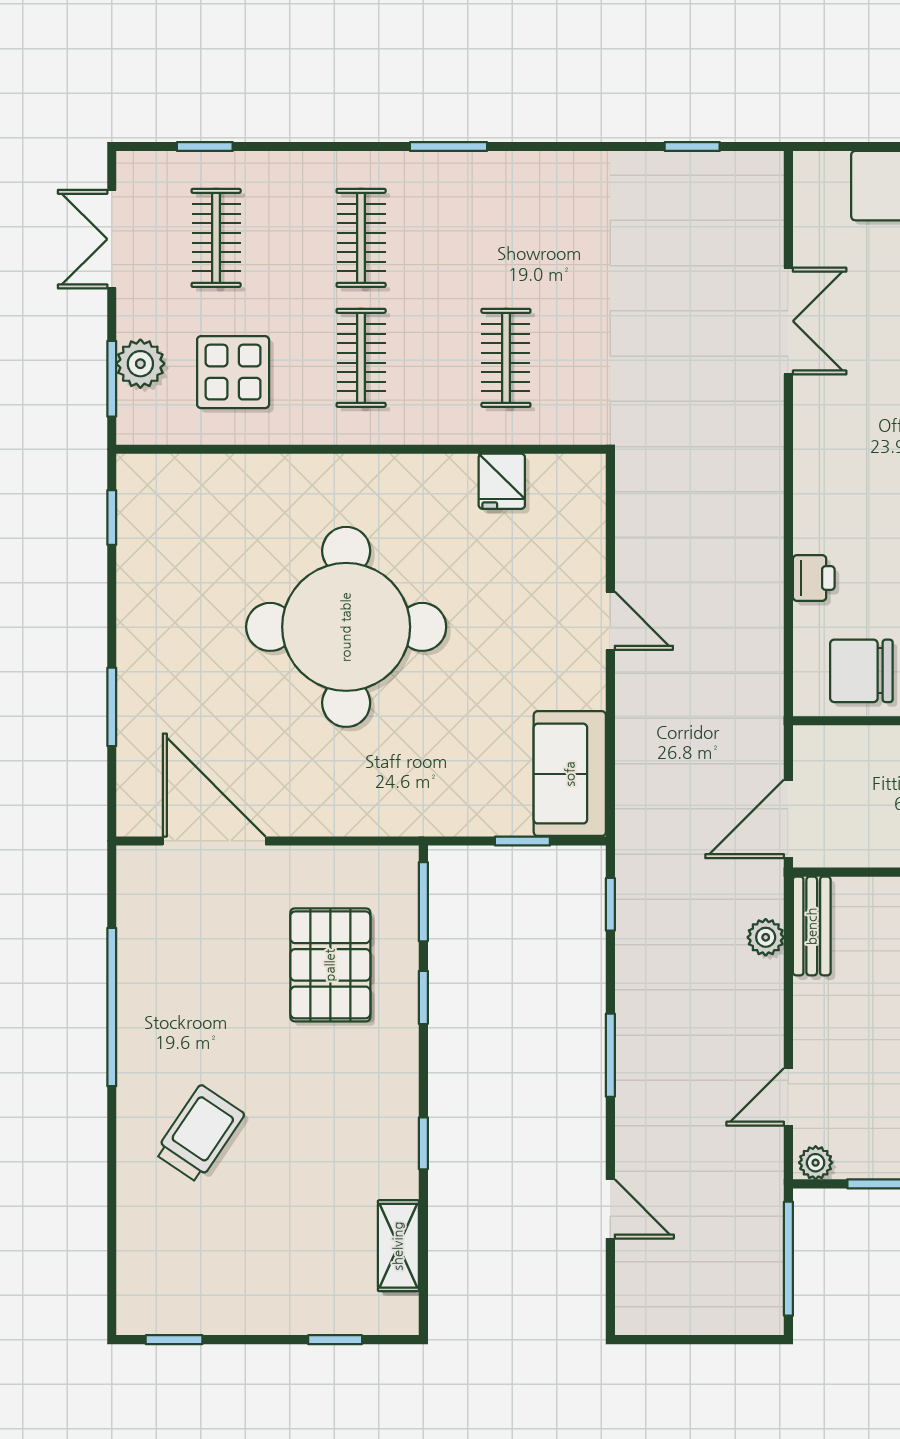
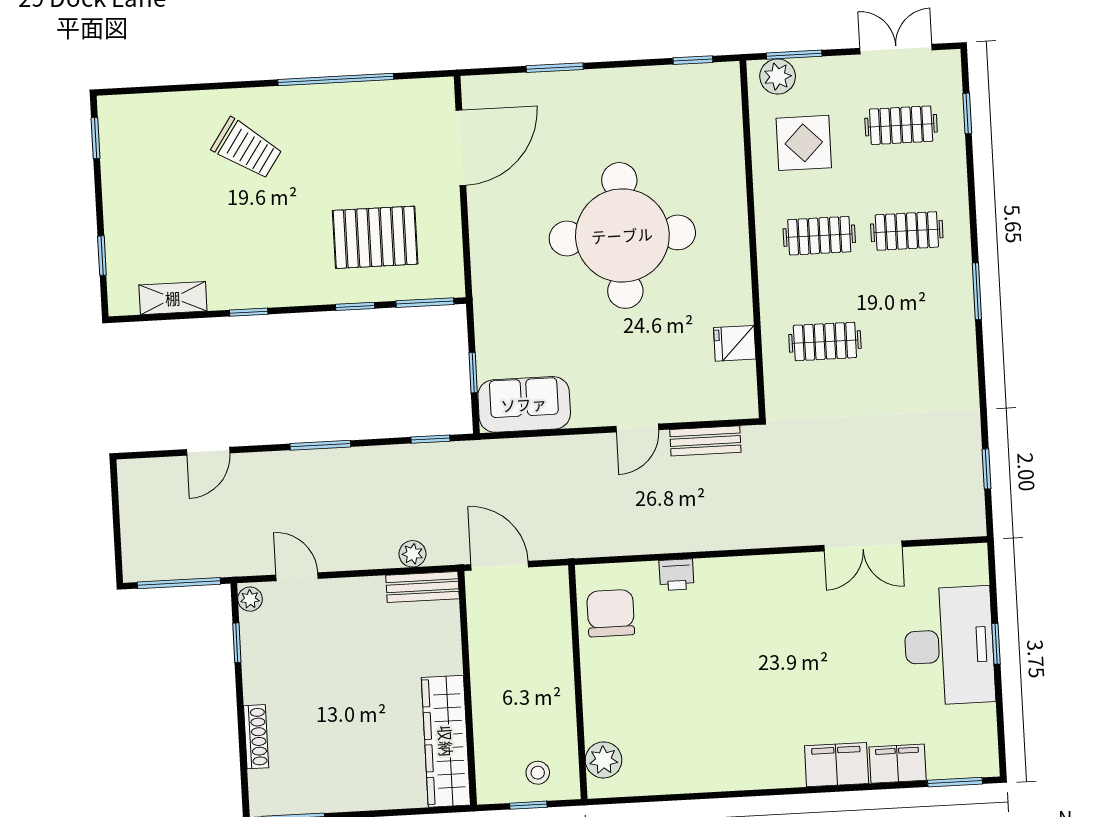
plant: (140, 364) -> (778, 77), moved
bench: (633, 529) -> (705, 441), added

